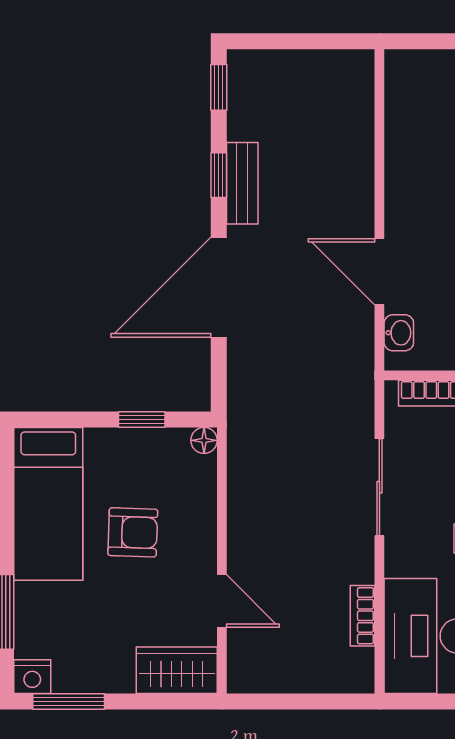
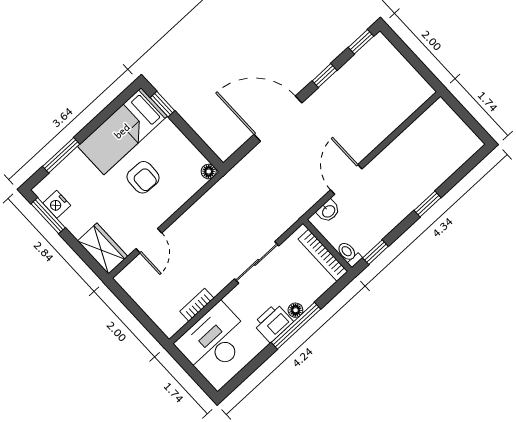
bench: (242, 183) -> (330, 88), removed
window: (142, 419) -> (162, 104), moved
nightstand: (32, 677) -> (57, 204), moved

